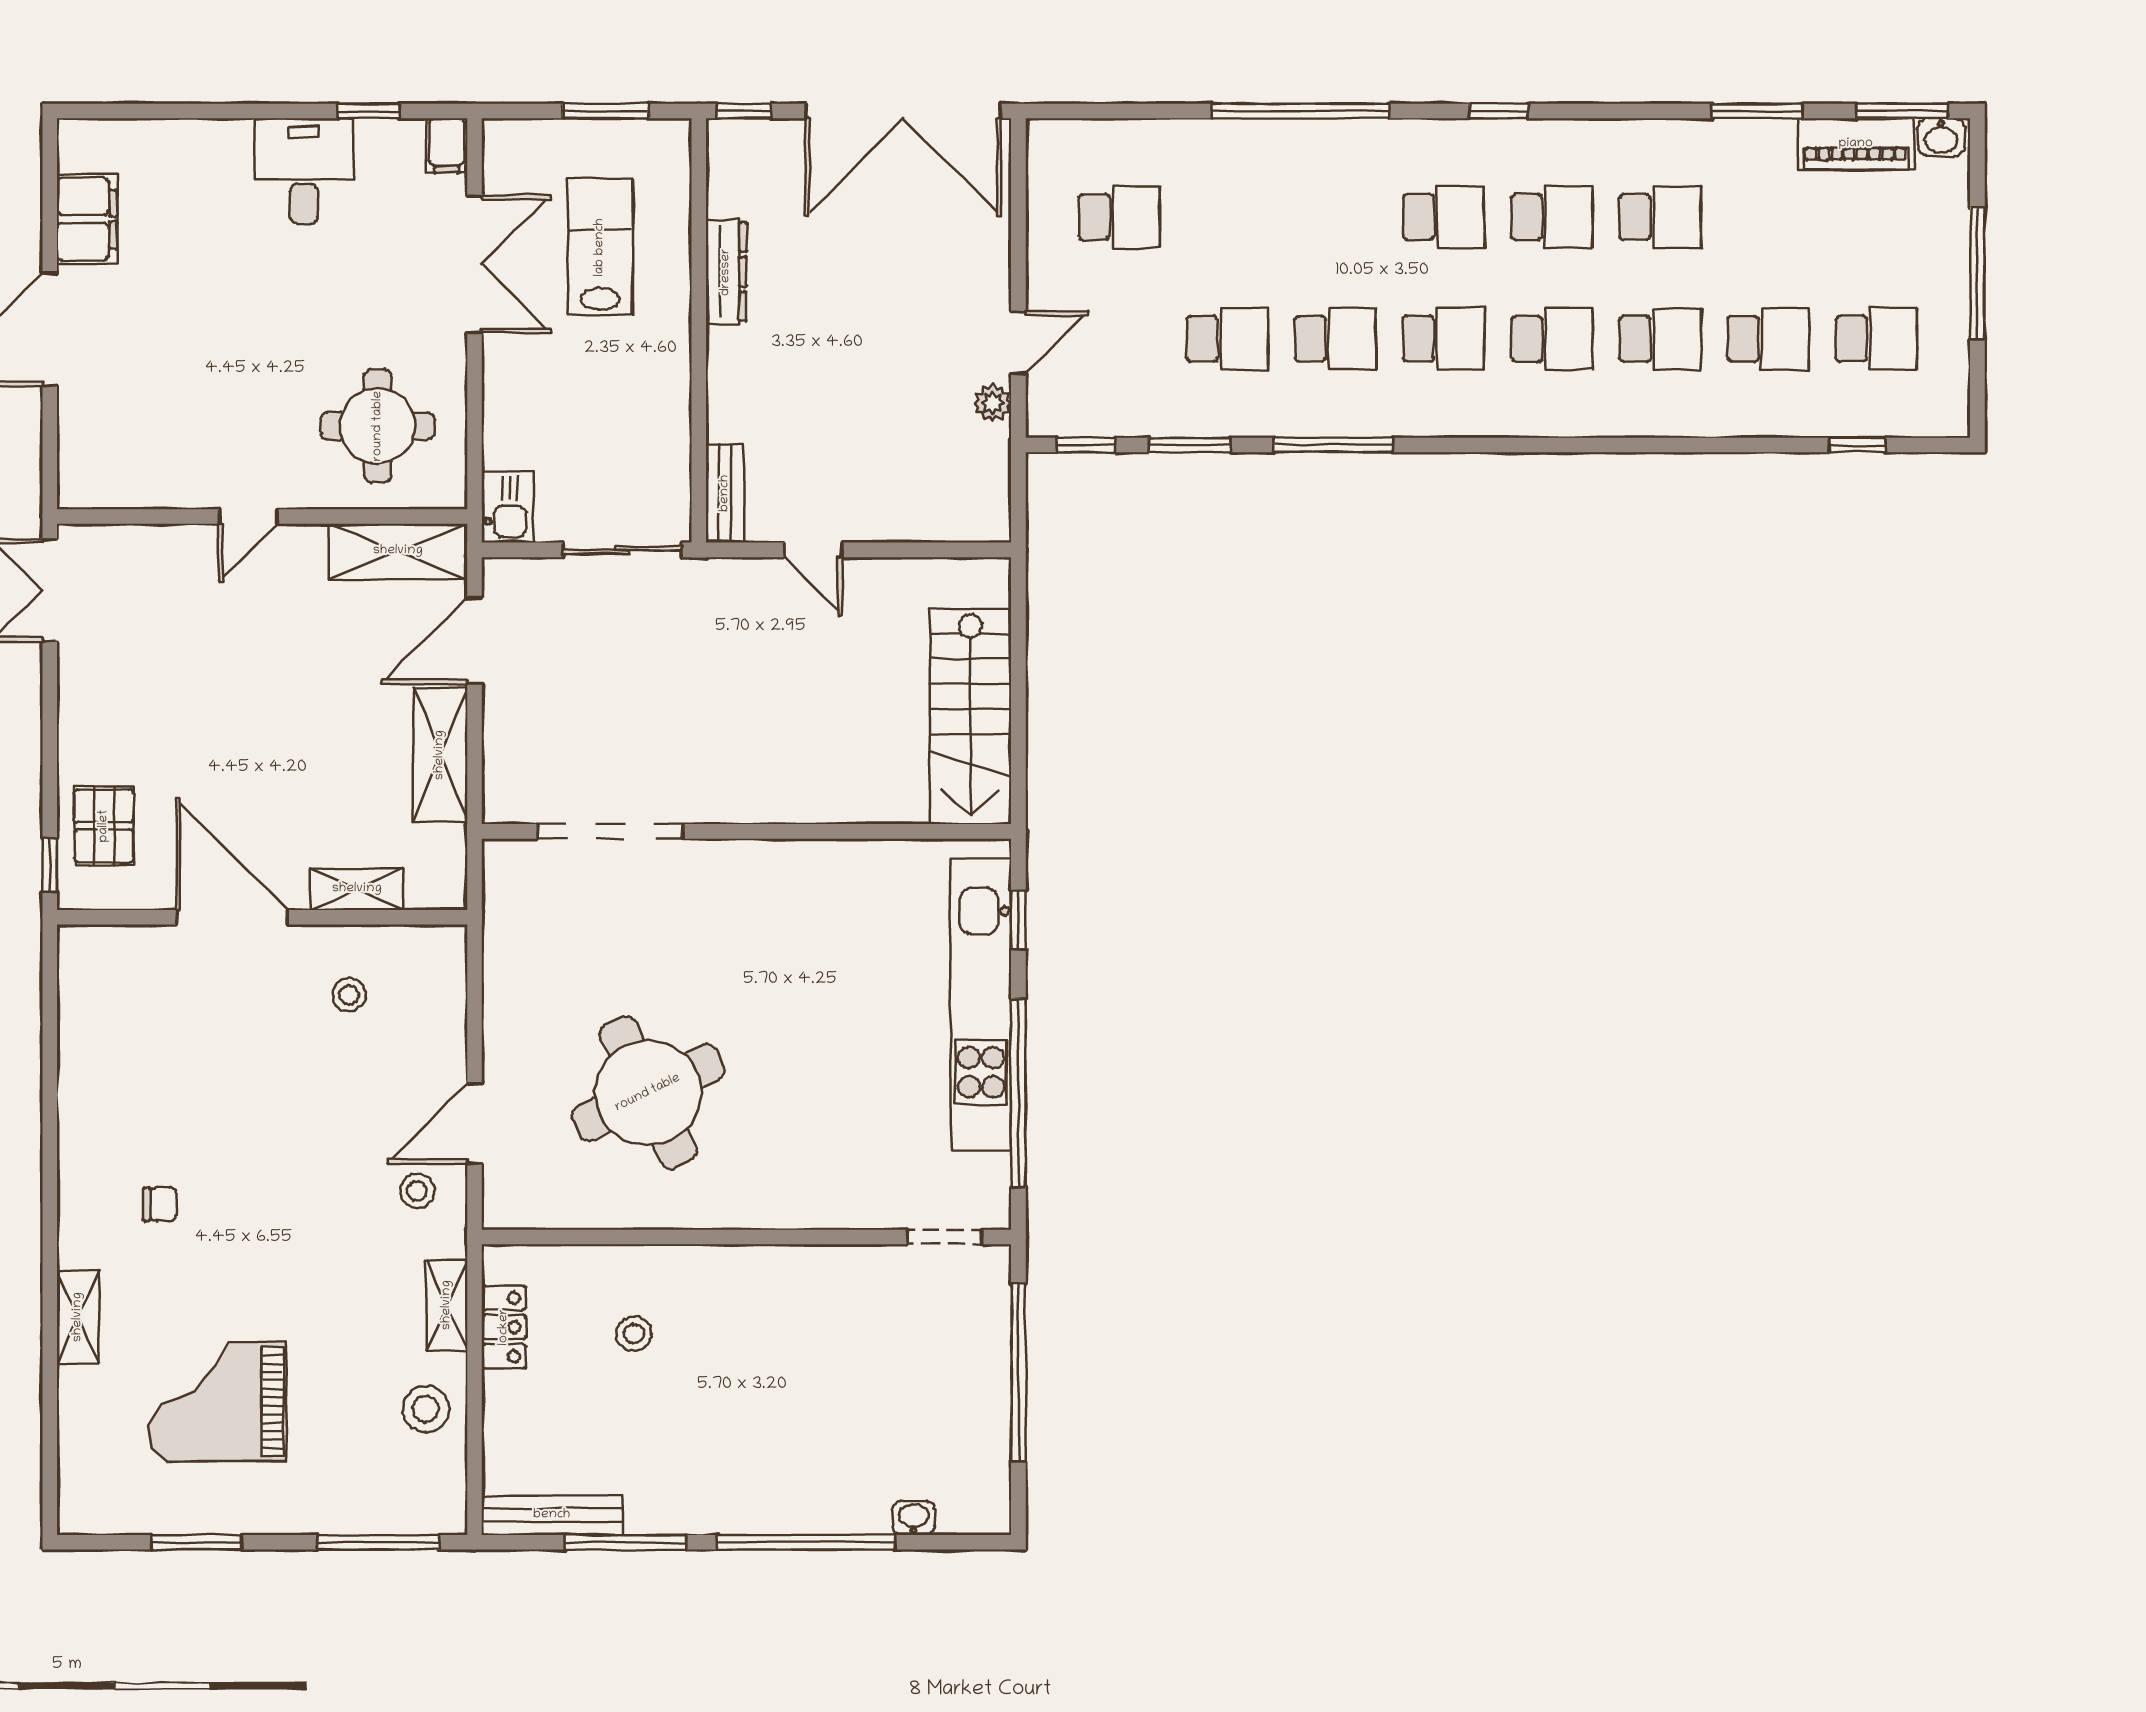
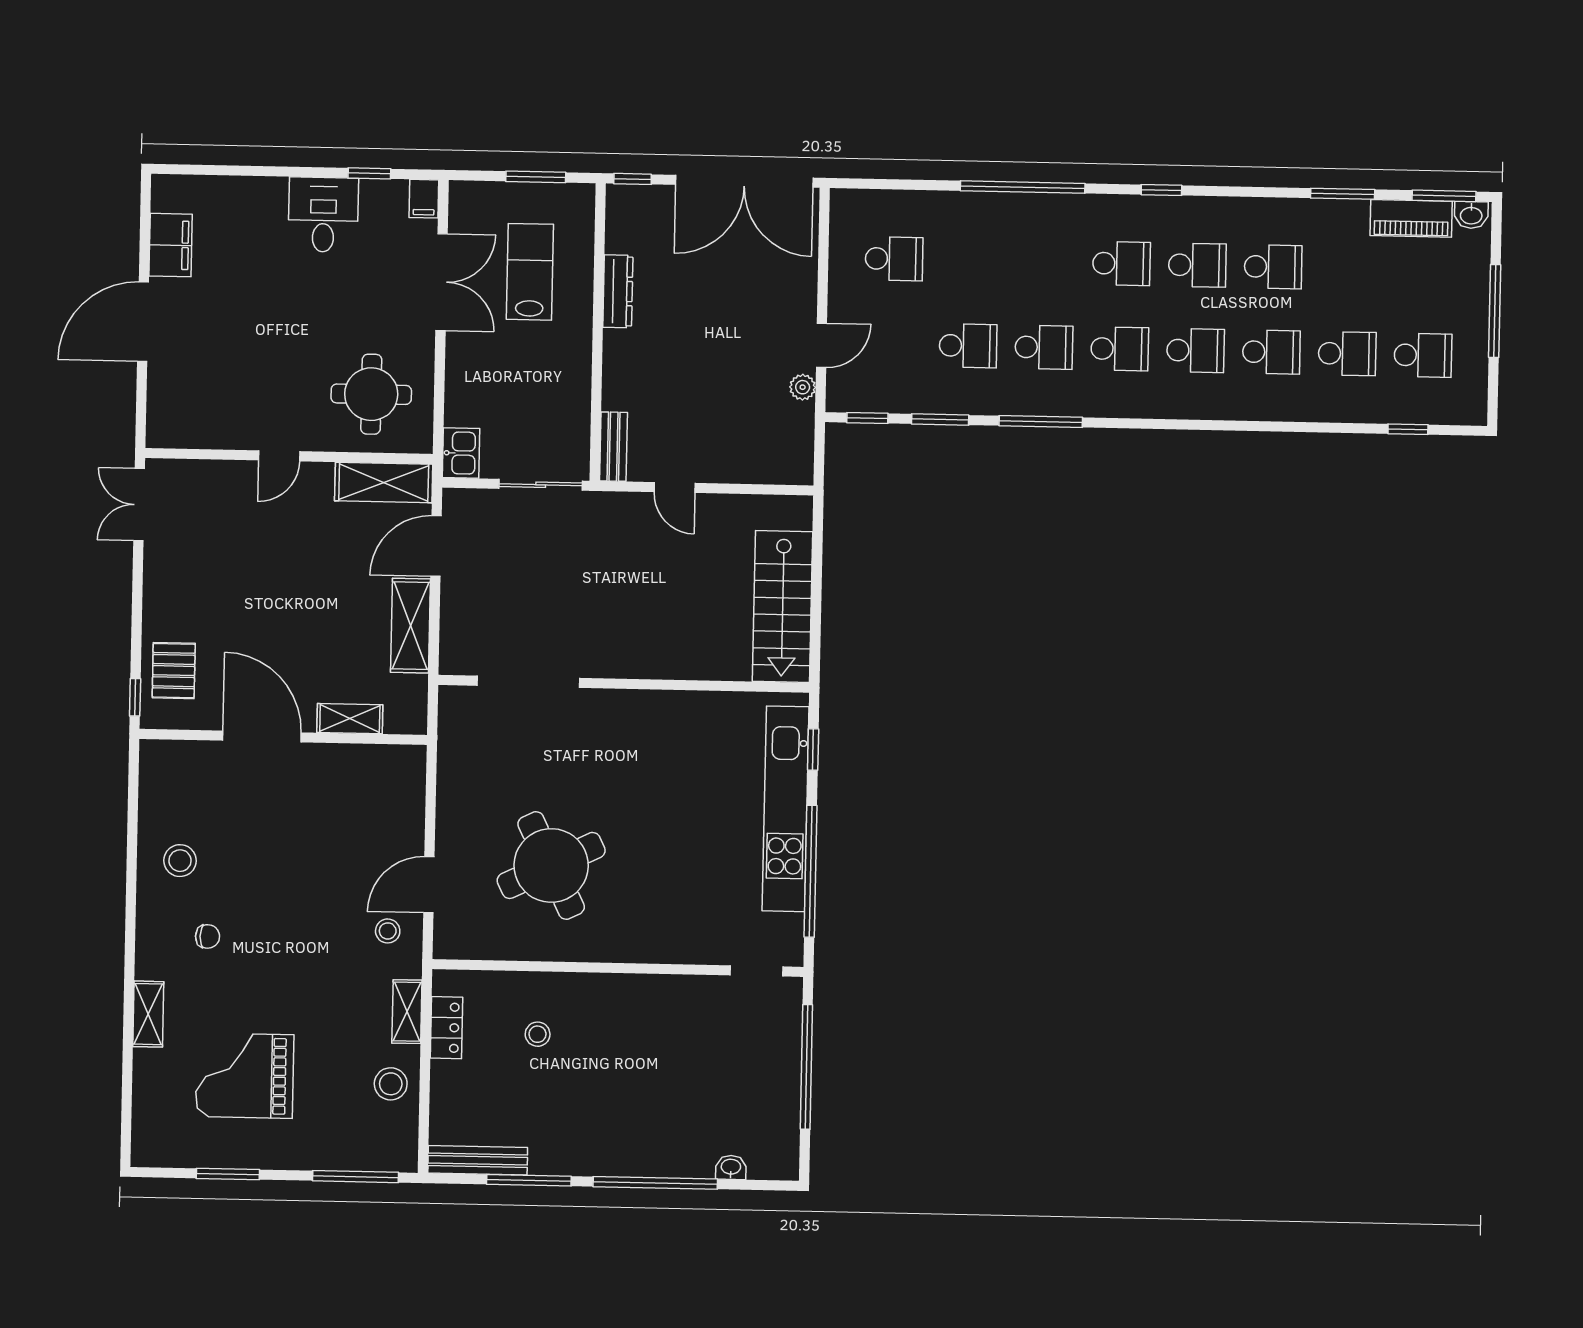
stool: (349, 995) -> (180, 861), moved, width x1.37, depth x1.37

